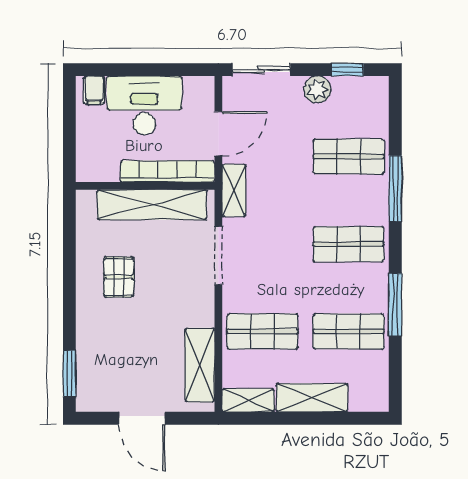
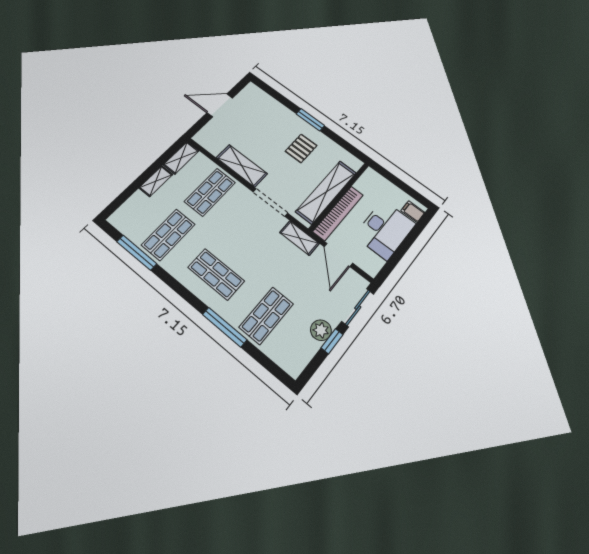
window: (347, 70) -> (332, 341), moved
shop shelf: (349, 244) -> (216, 274), turned 90
pallet: (119, 277) -> (301, 148), turned 90
window: (395, 304) -> (137, 253), moved
shelving: (200, 365) -> (242, 166), moved
window: (69, 374) -> (310, 120), moved
shelving: (312, 398) -> (156, 181), width x0.67, depth x0.75

